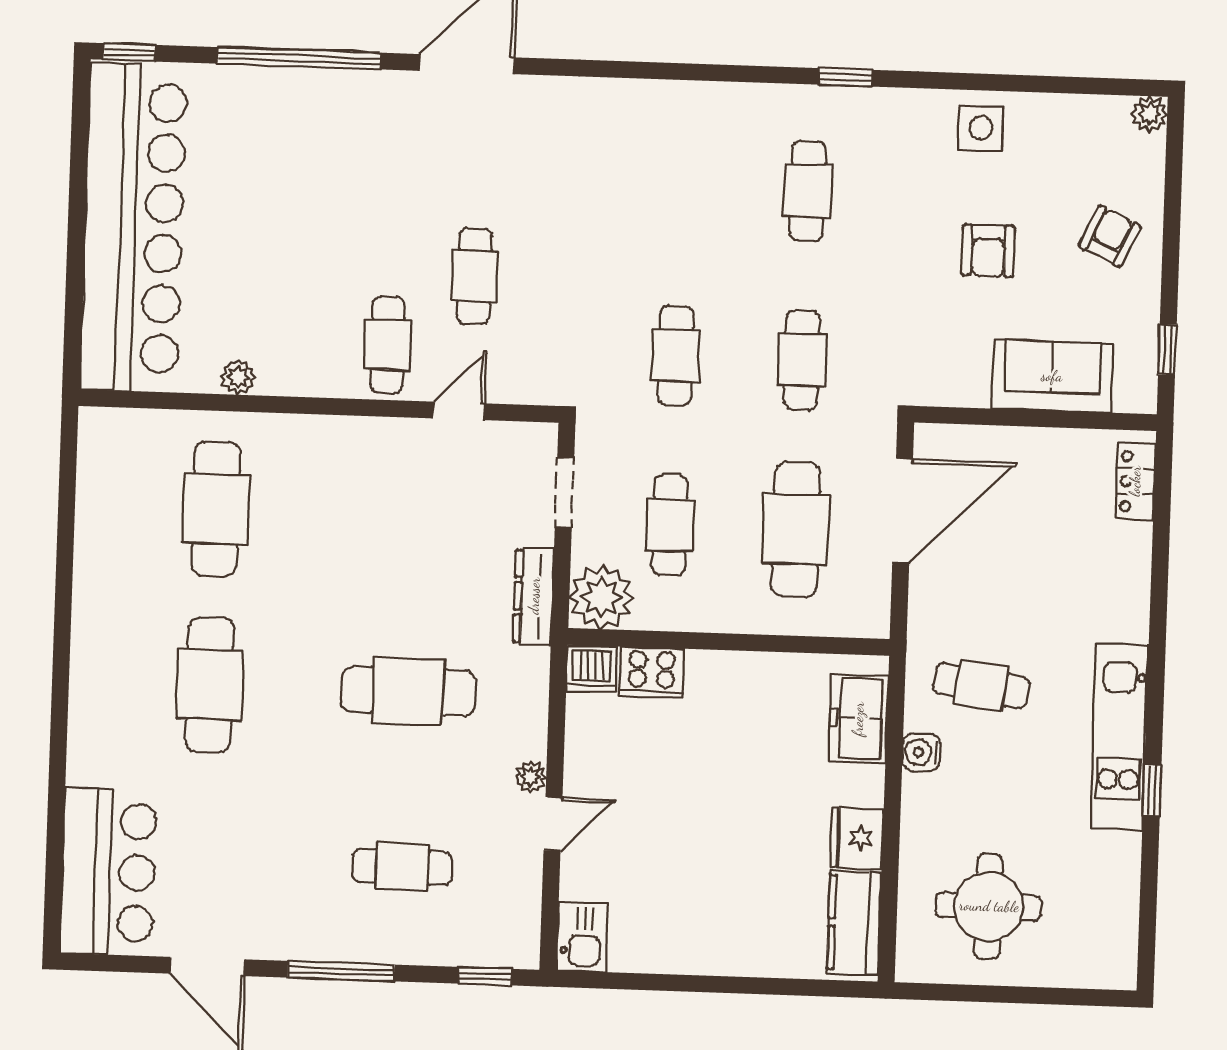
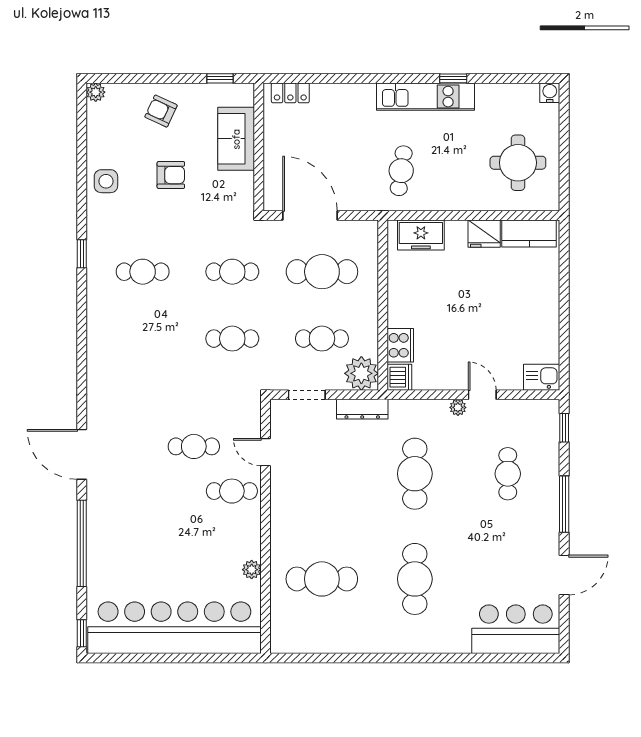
cafe table: (210, 684) -> (415, 579), turned 90
water cooler: (921, 752) -> (550, 93), moved, turned 180

